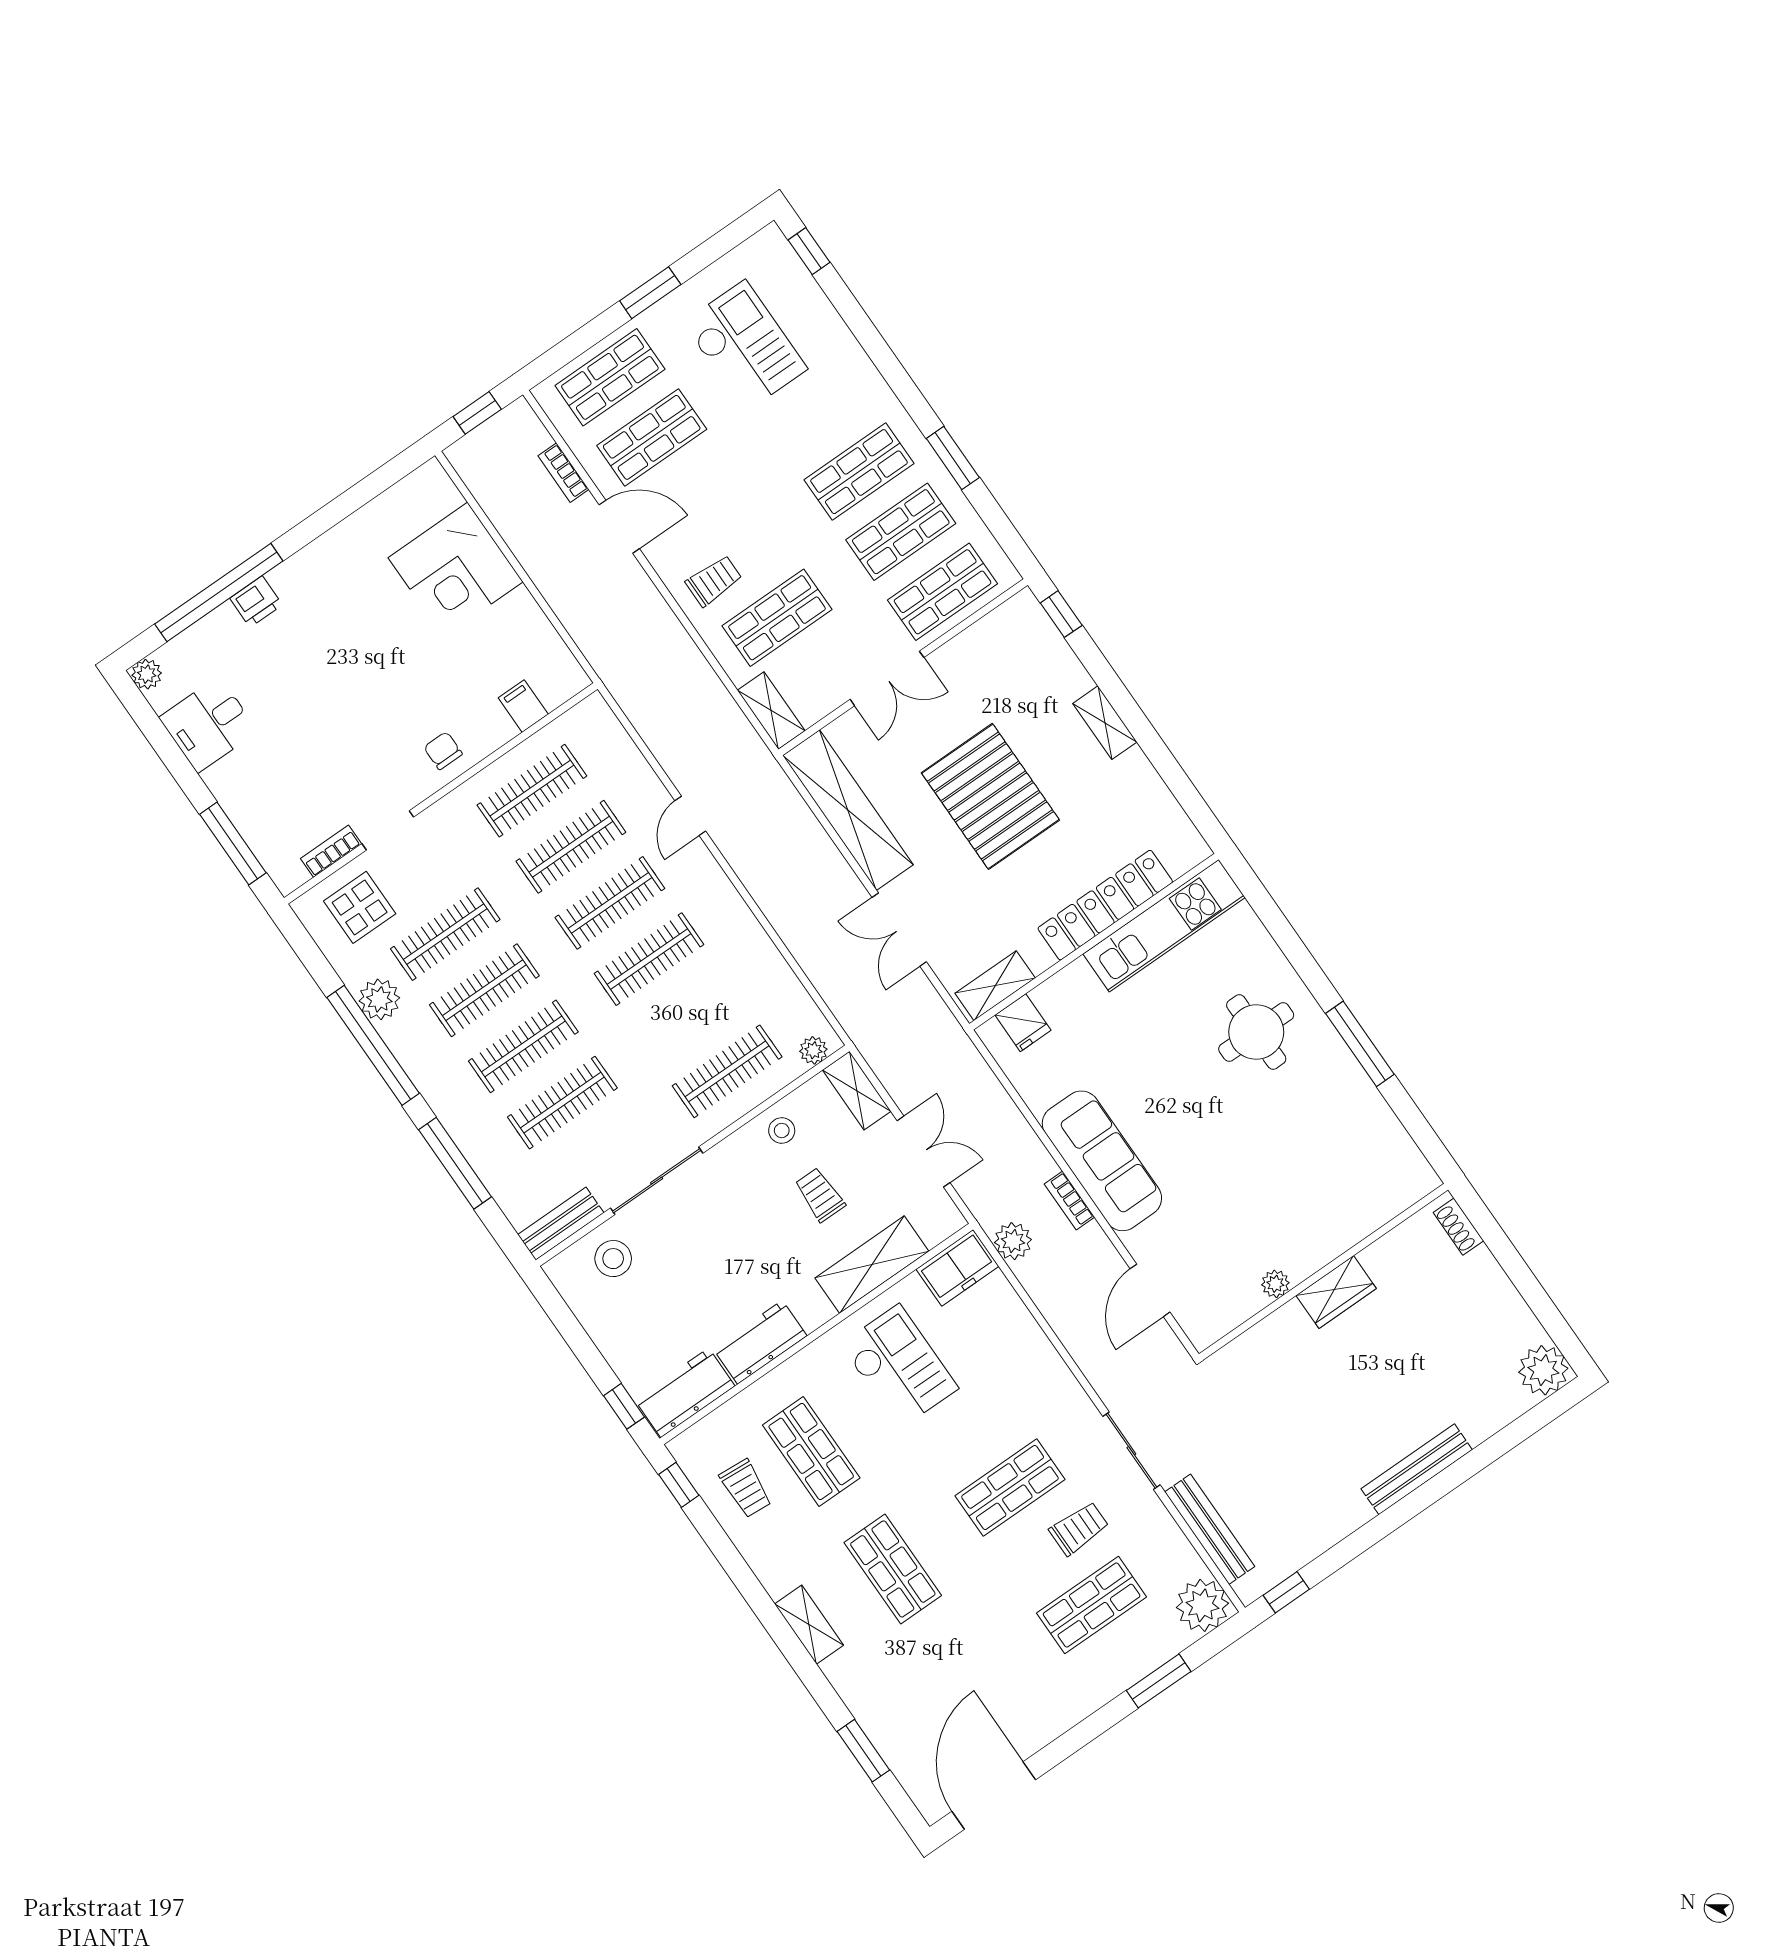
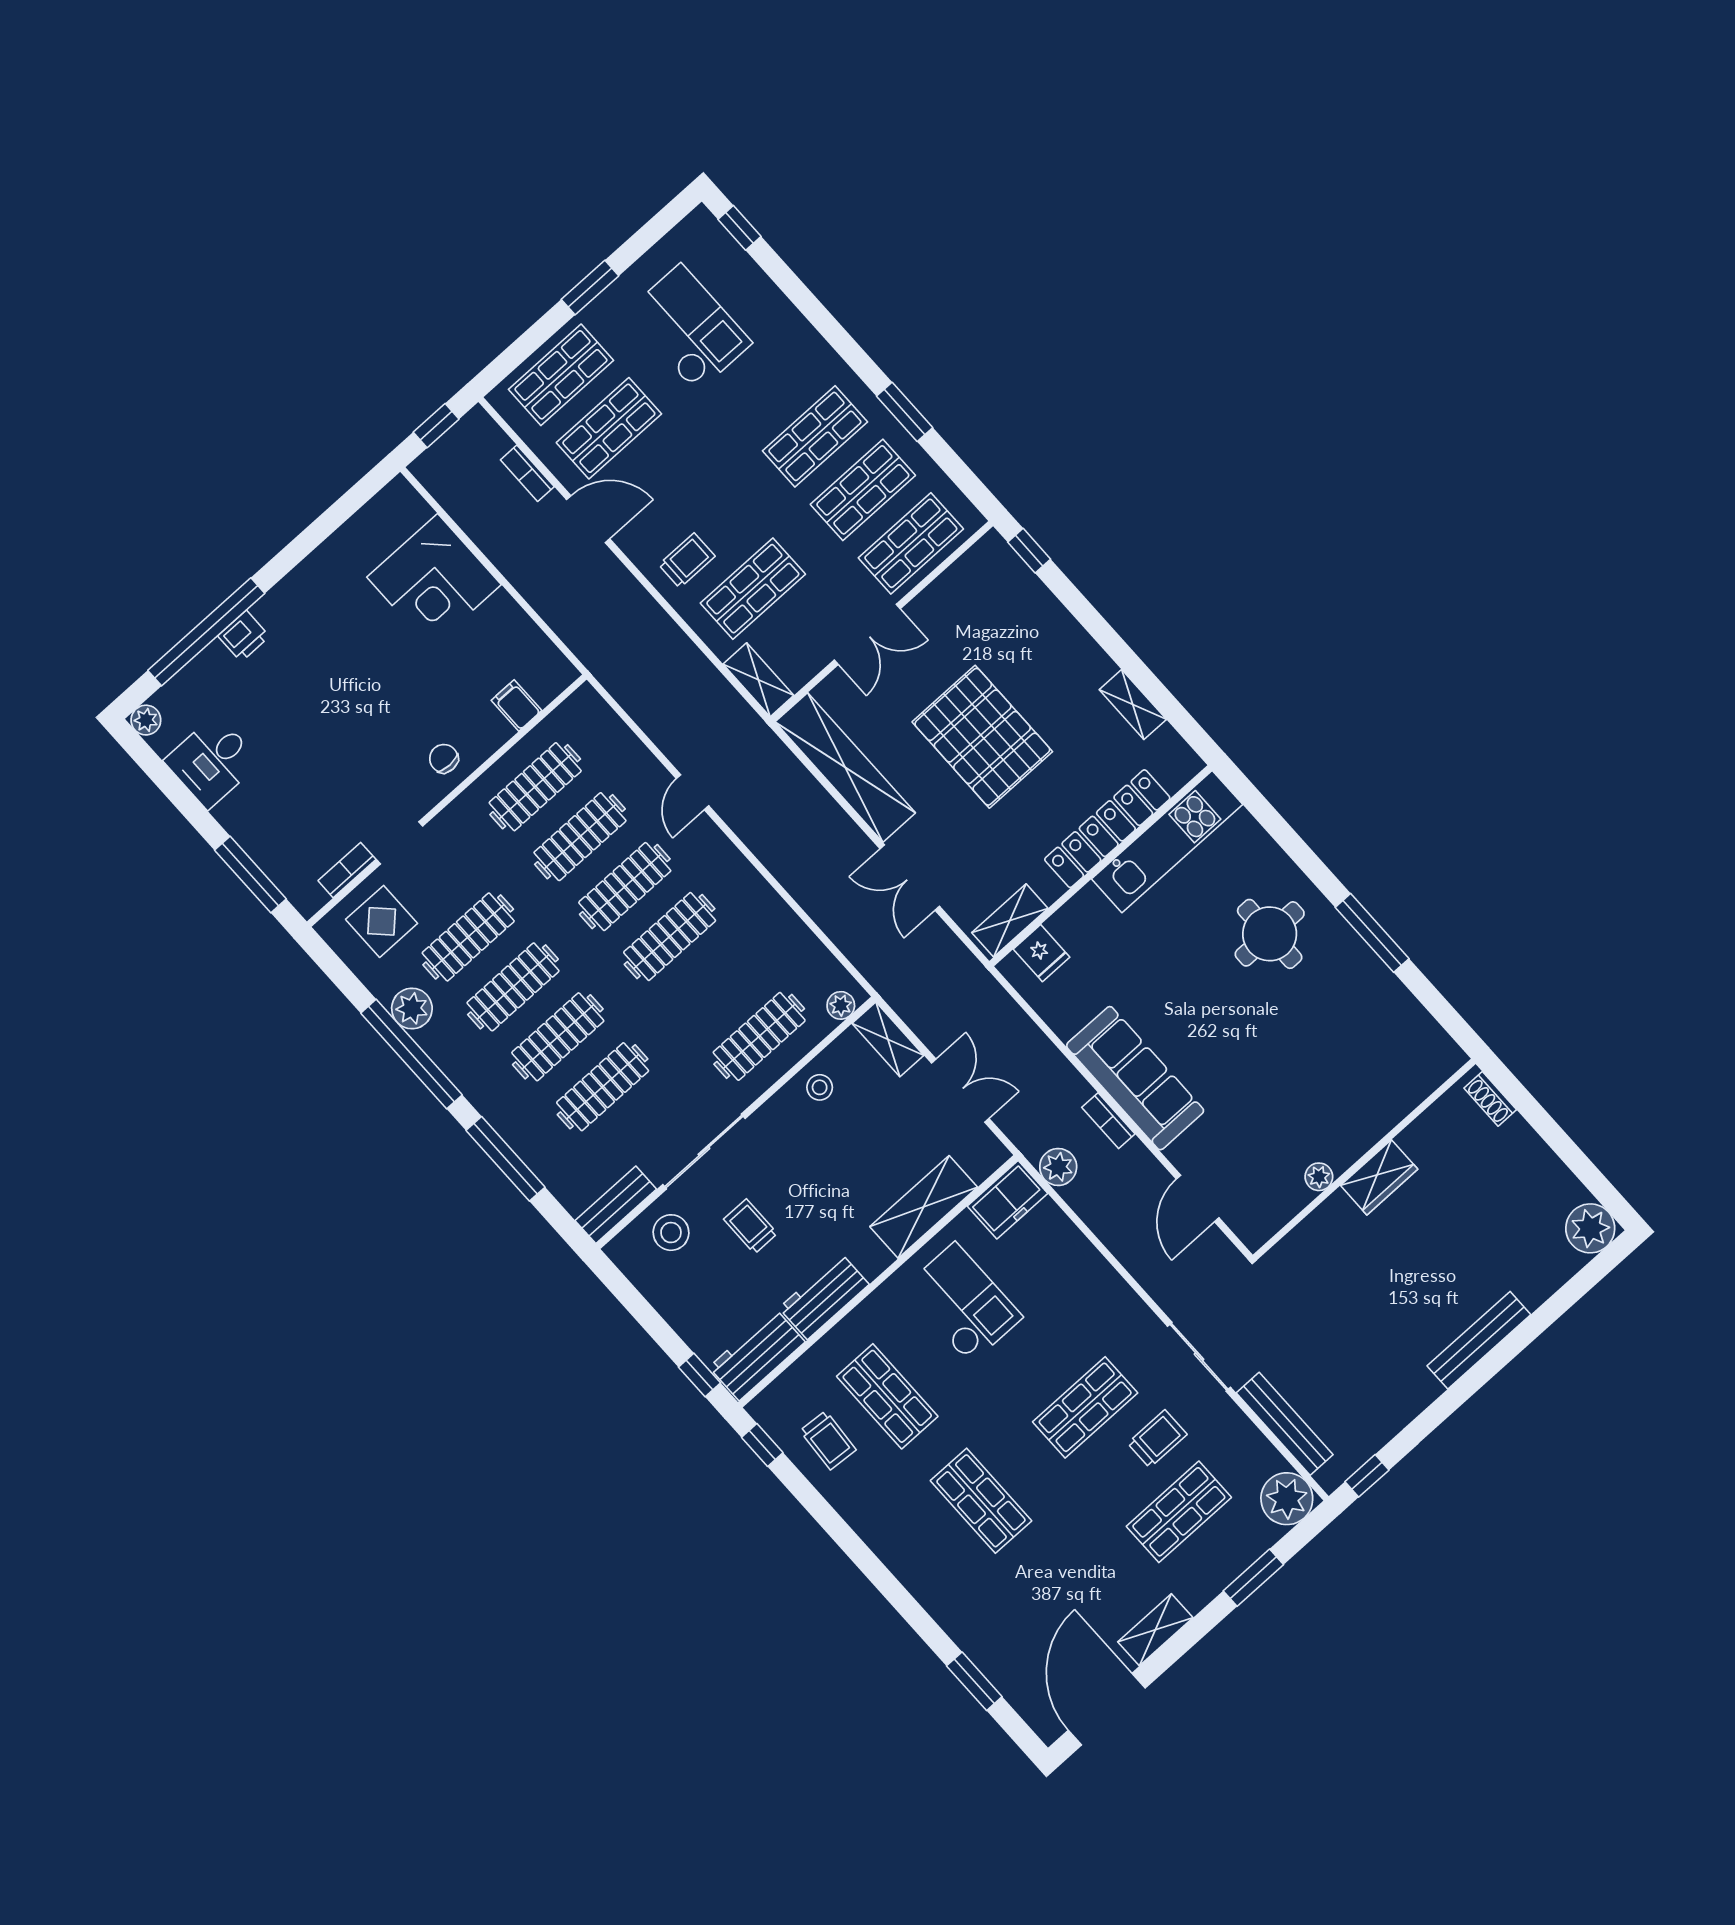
shelving: (1105, 723) -> (1133, 704), moved
trolley: (820, 1195) -> (751, 1226), moved
shelving: (809, 1625) -> (1155, 1630), moved, turned 90

